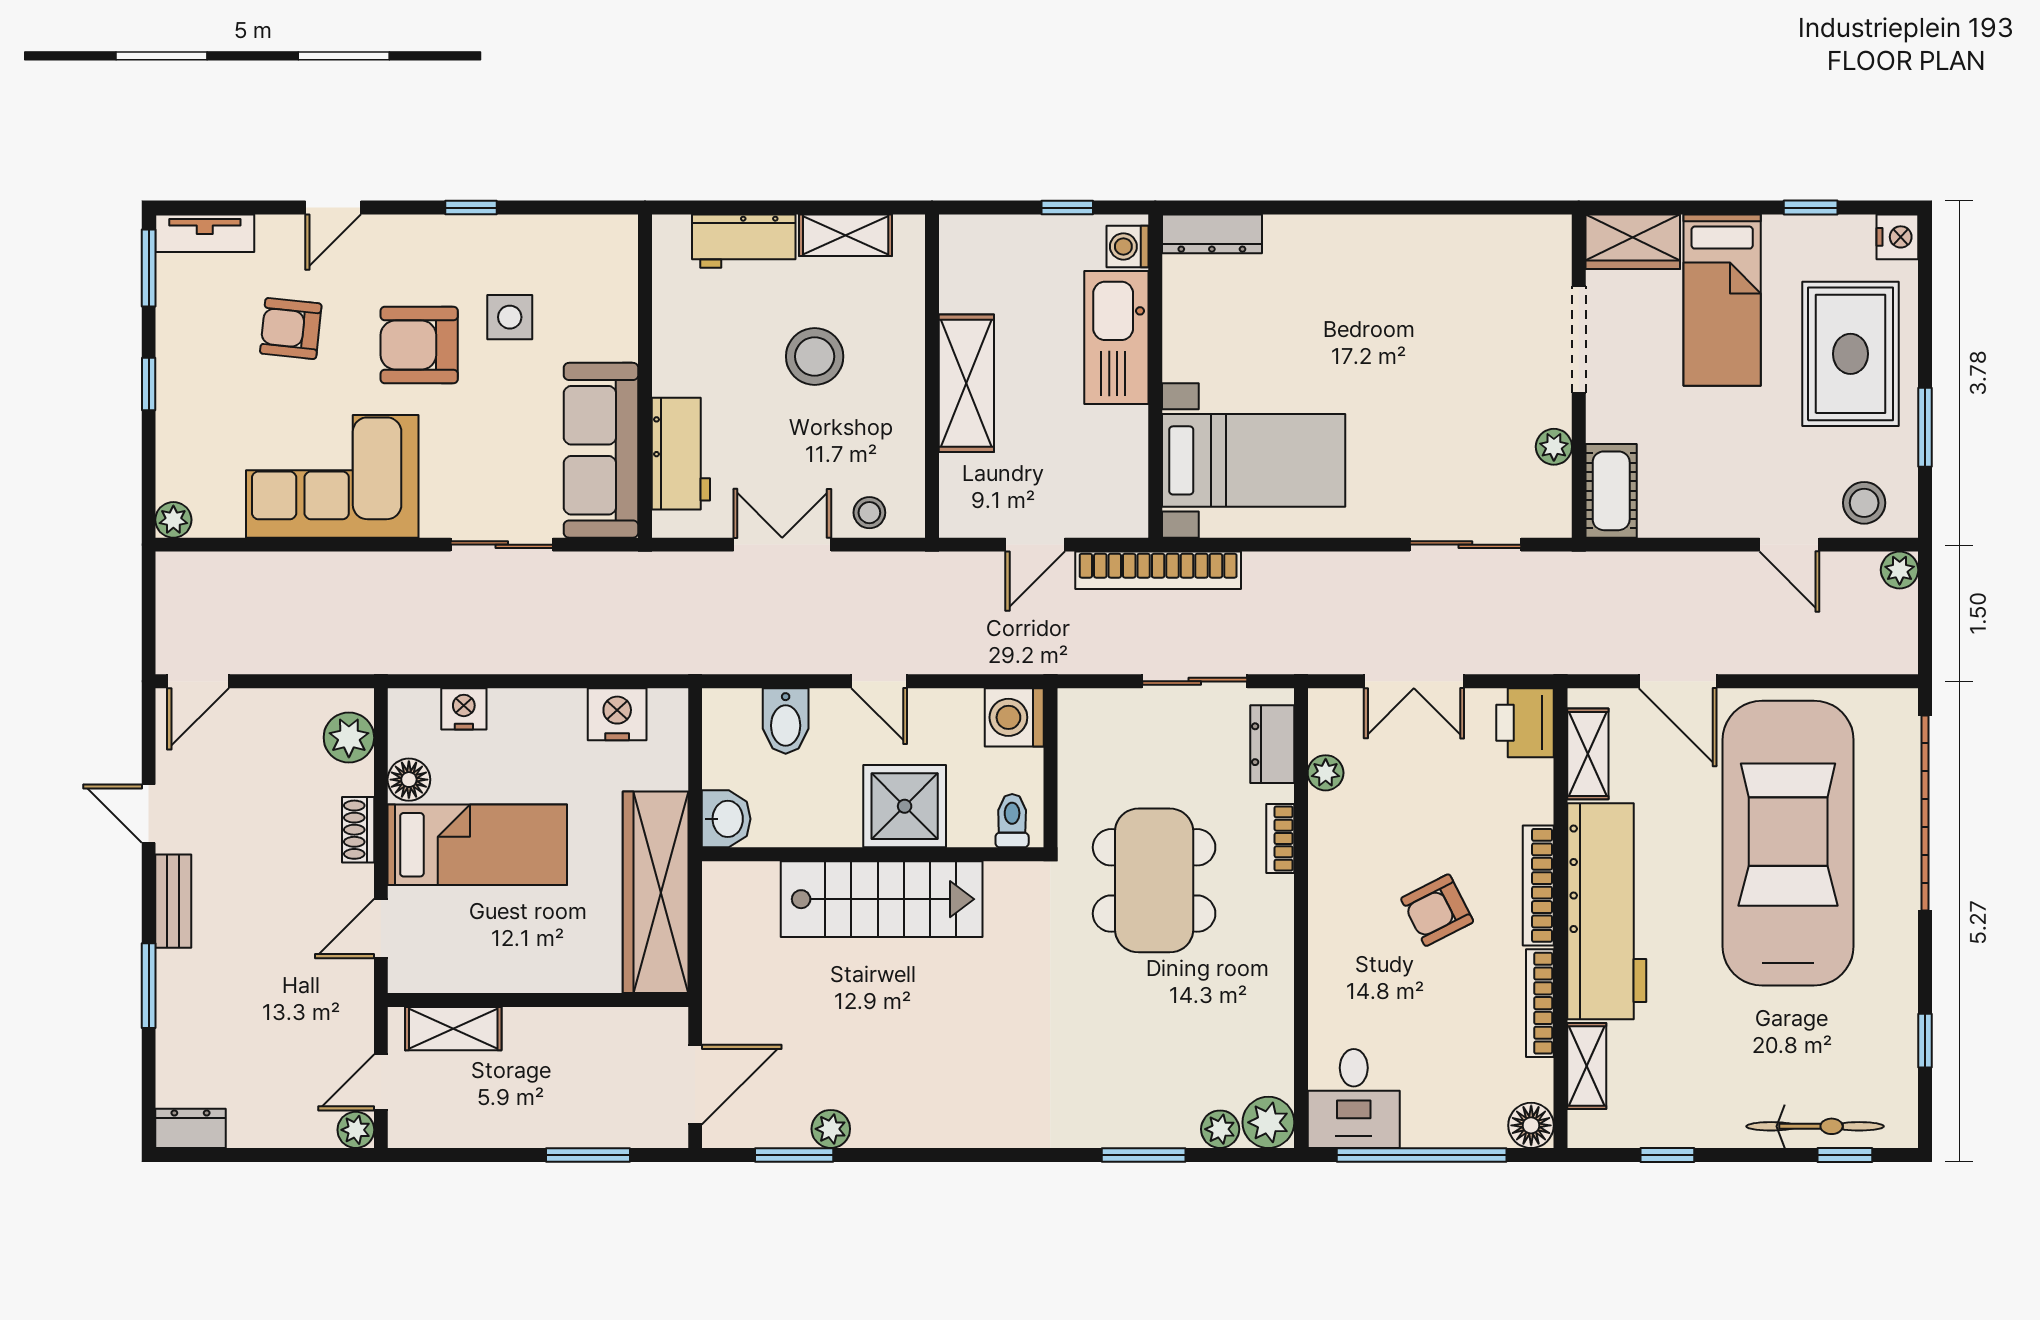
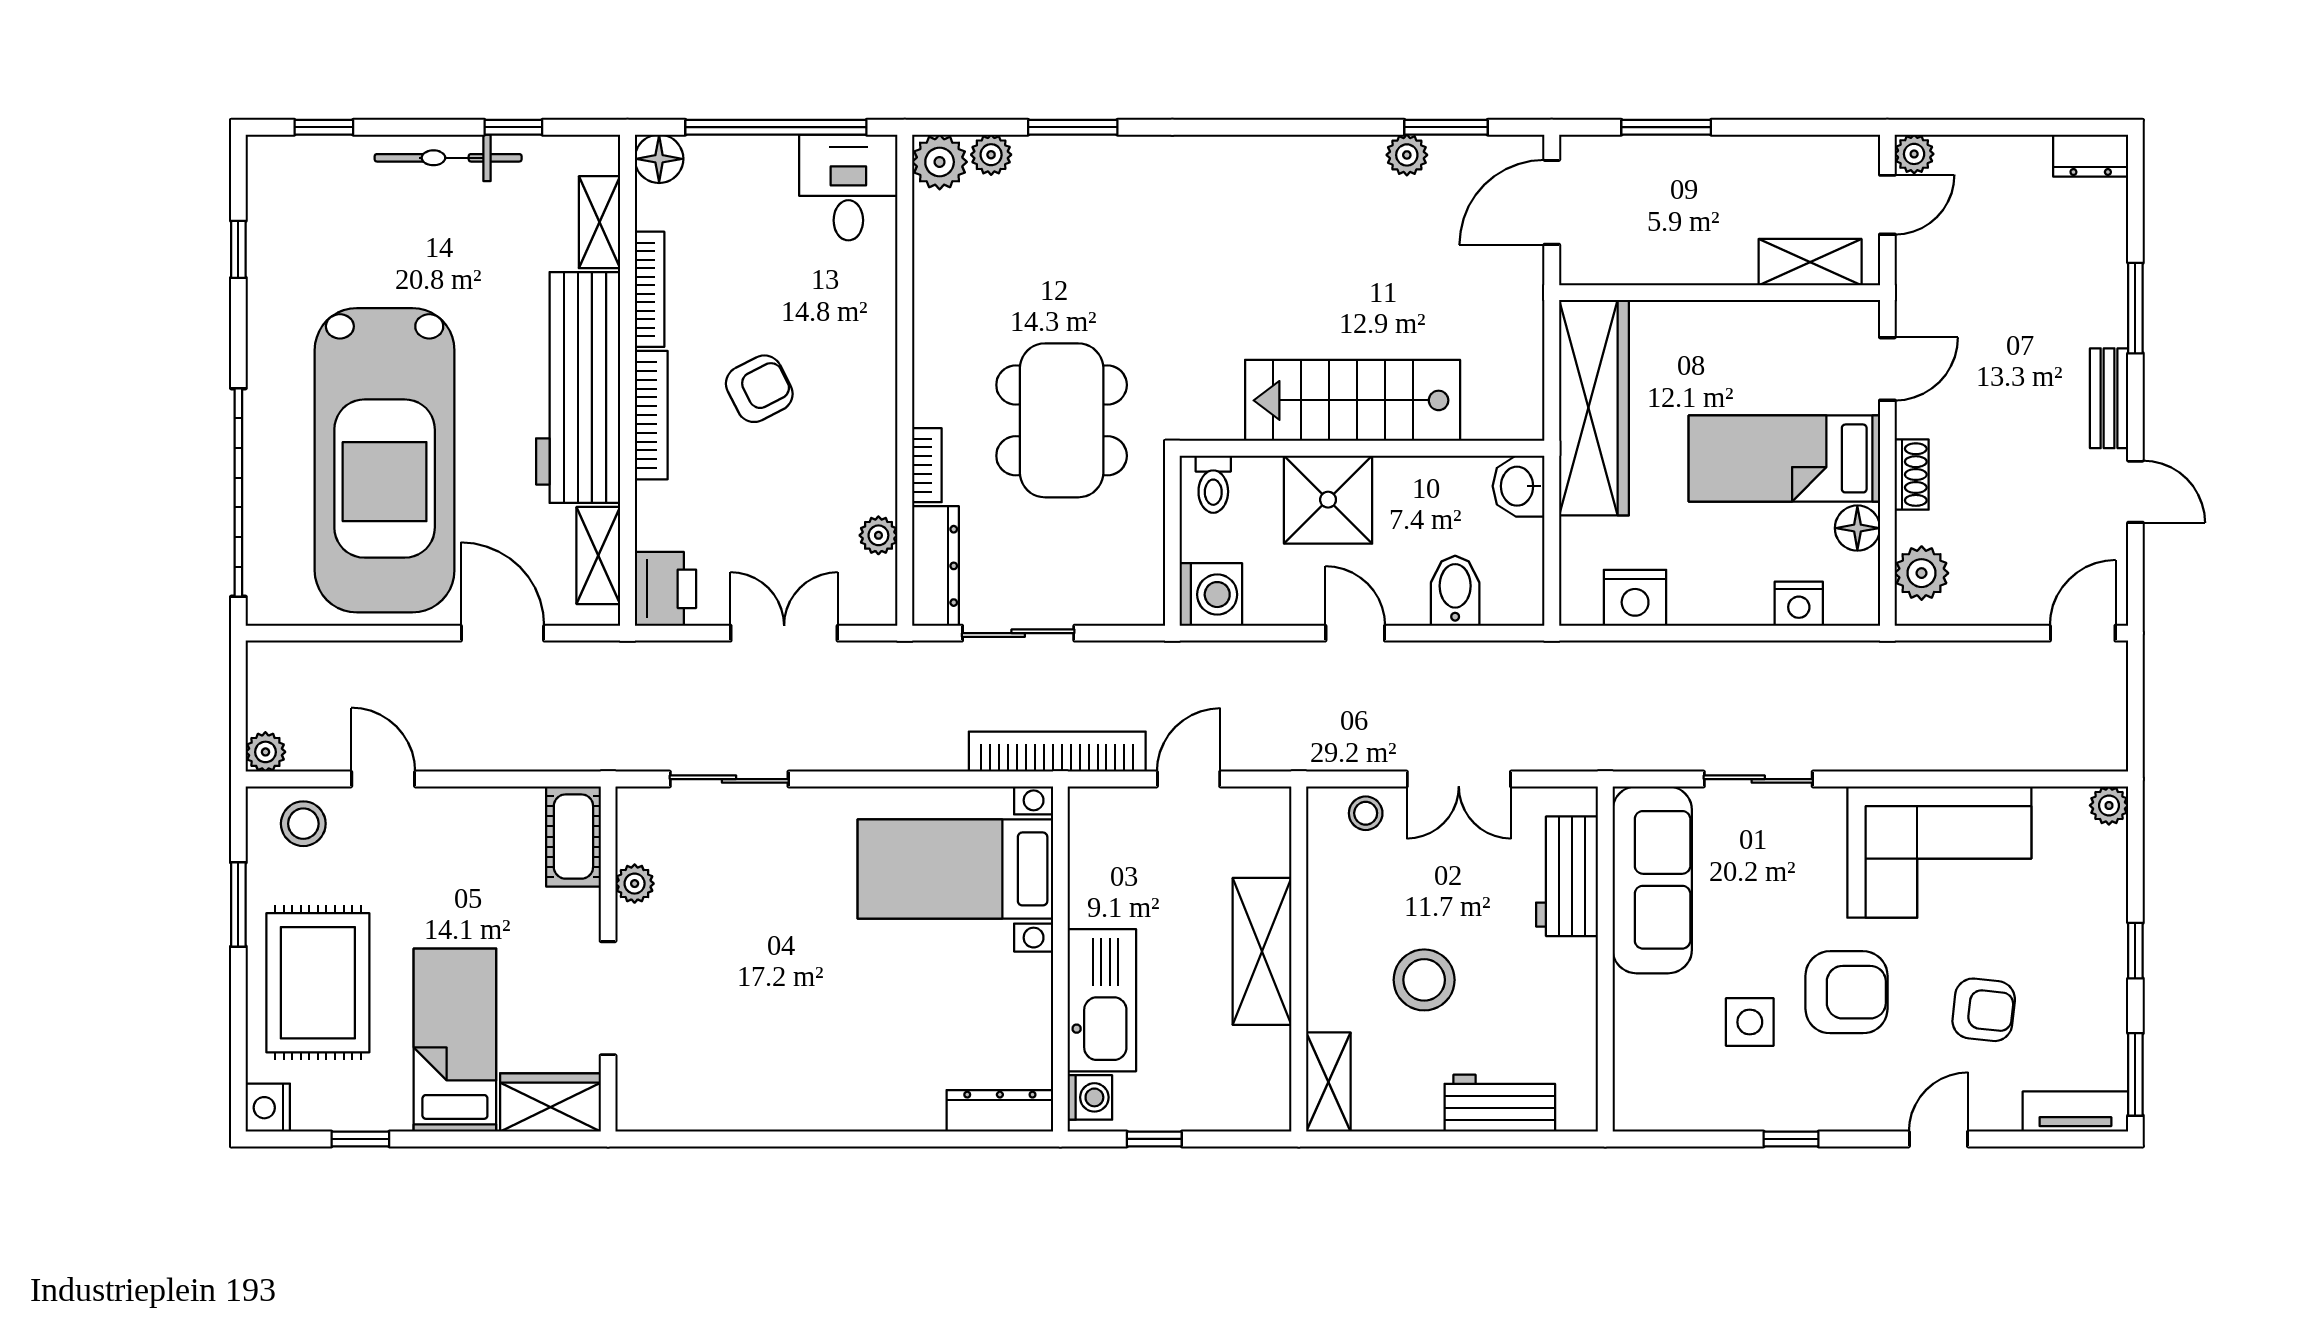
shelving: (846, 235) -> (1328, 1082), moved, turned 90
dresser: (1272, 744) -> (935, 566), width x1.44
bicycle: (1815, 1126) -> (448, 158), moved

